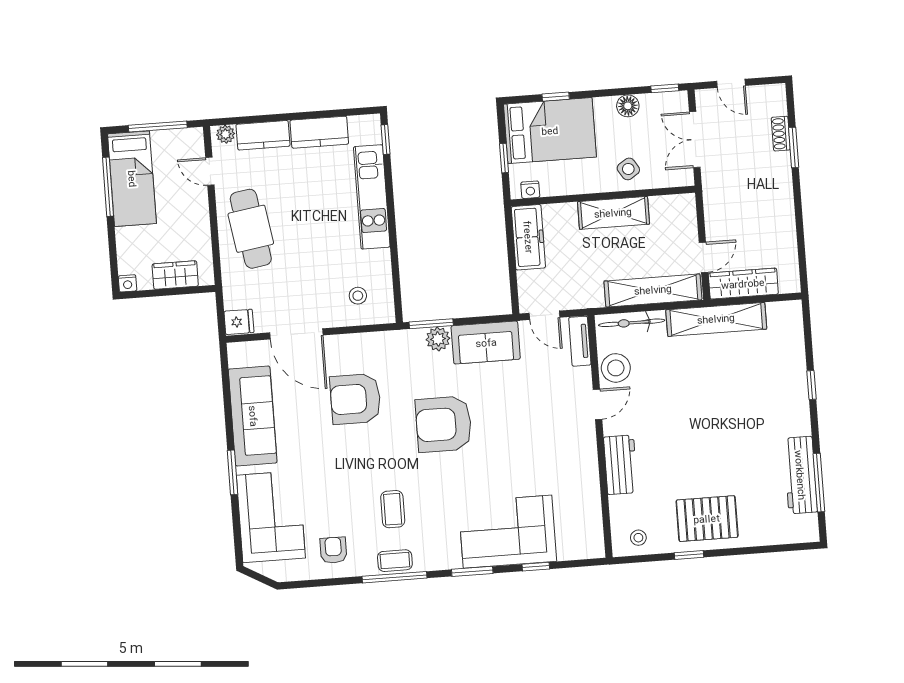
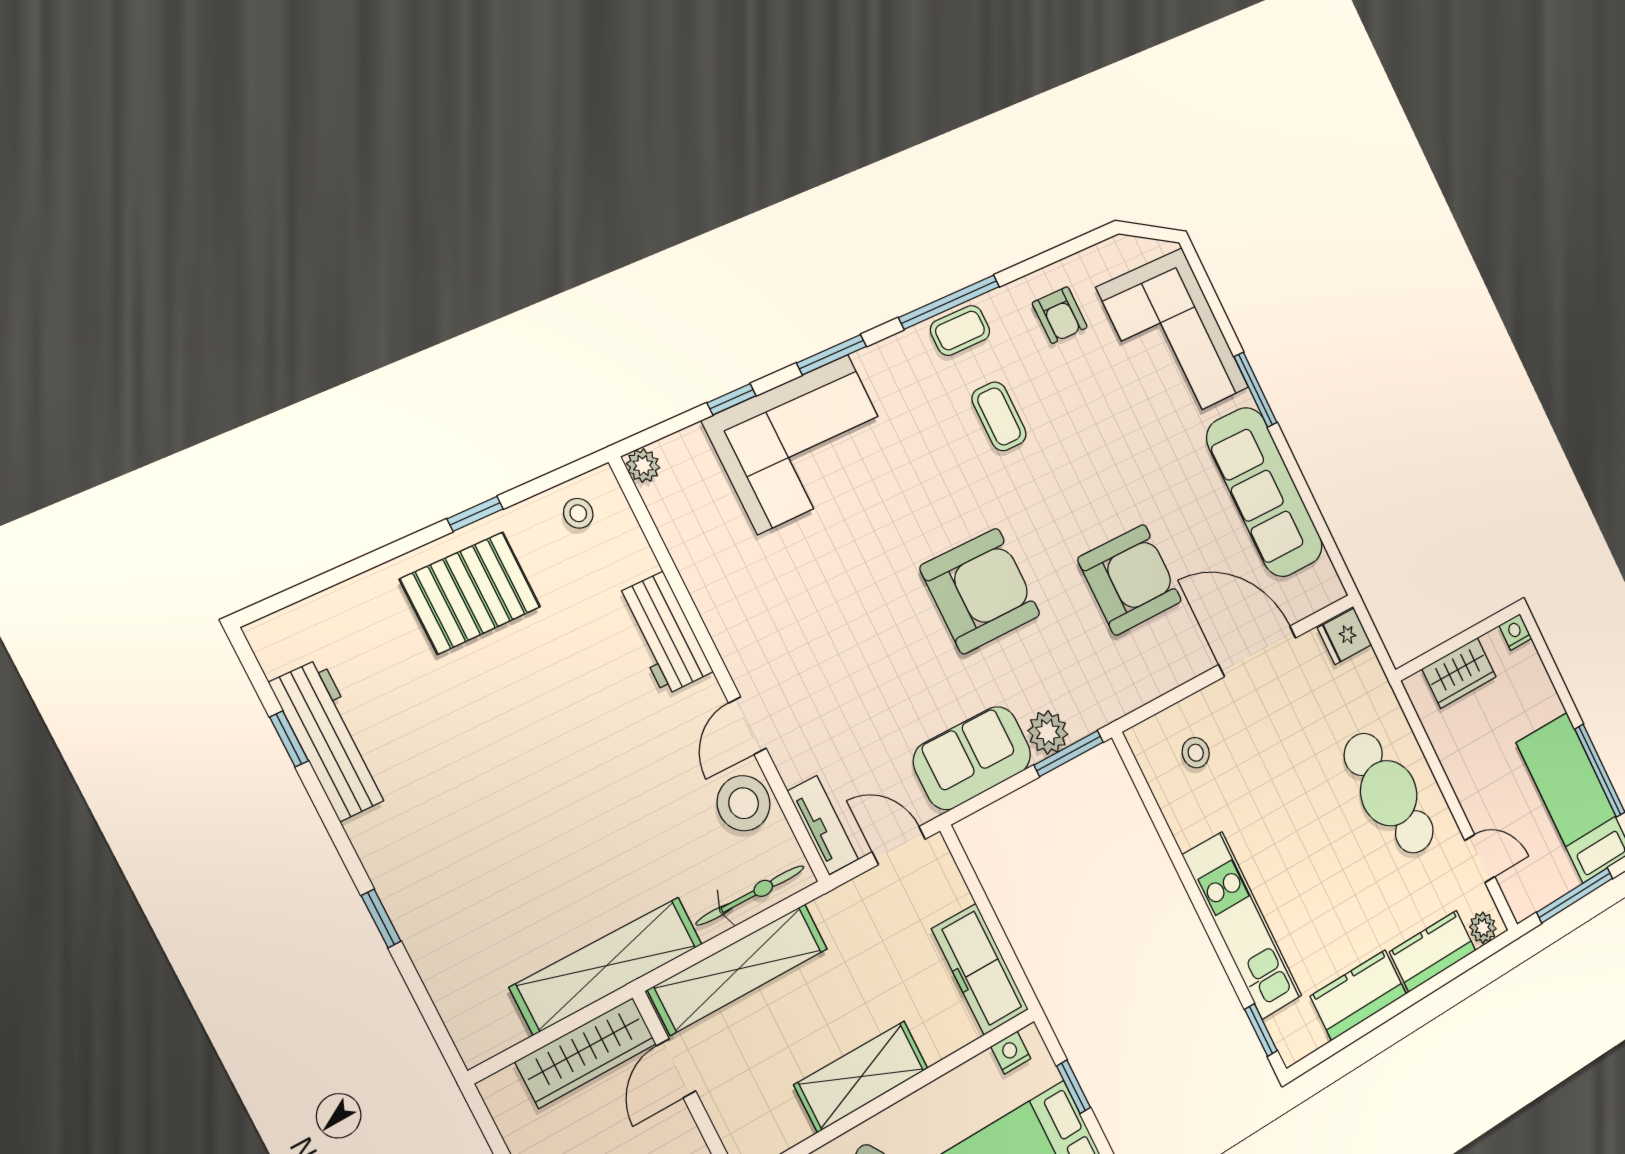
window: (819, 483) -> (289, 739), width x0.46
plant: (596, 549) -> (643, 466), added

